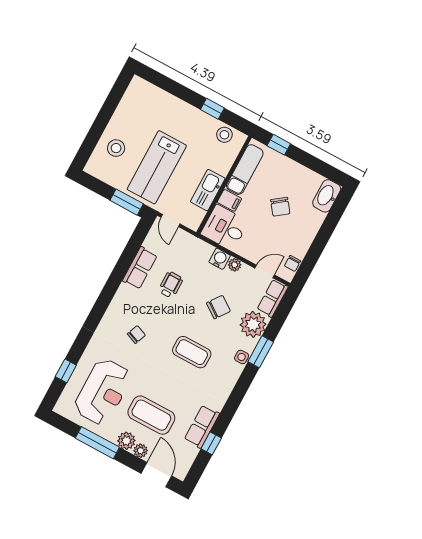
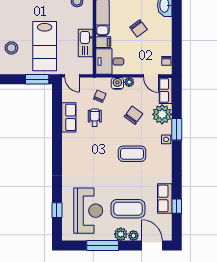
door: (265, 271) -> (151, 76), swing flipped
chair: (136, 335) -> (100, 96), moved

